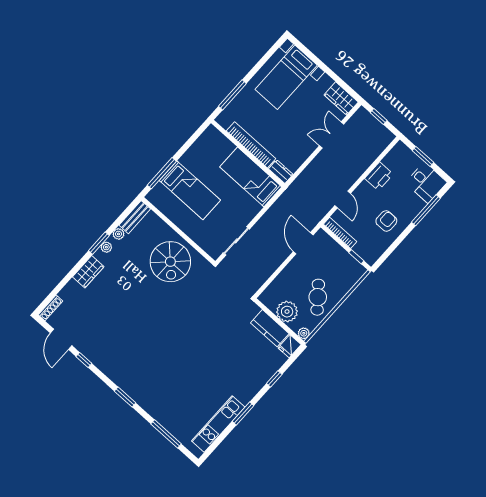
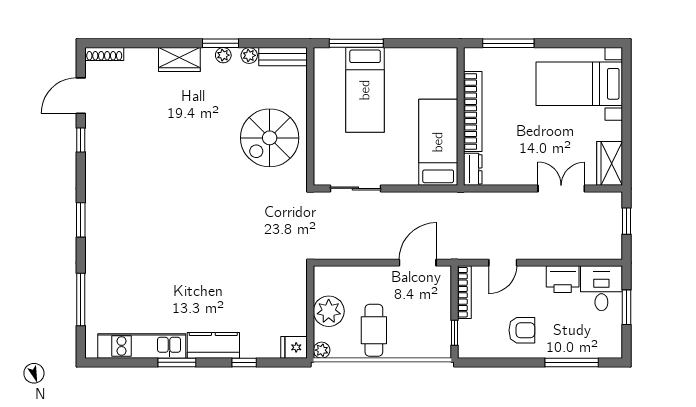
desk: (426, 183) -> (601, 288), moved, turned 180
cafe table: (318, 297) -> (374, 330), turned -51
kitchen counter: (270, 328) -> (213, 345), moved, turned 90

